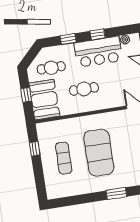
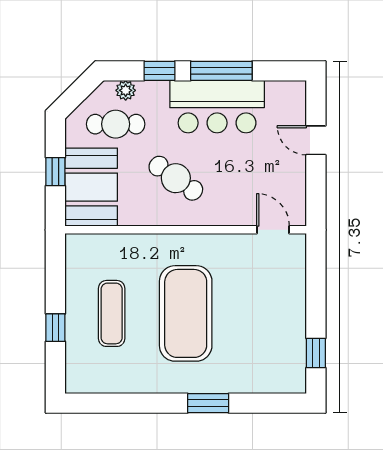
window: (98, 34) -> (221, 71), width x2.17
plant: (125, 40) -> (126, 90), moved
cafe table: (84, 89) -> (176, 178), turned 35
window: (35, 149) -> (55, 328), moved

